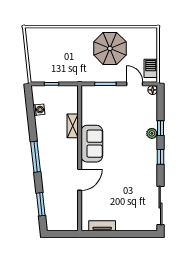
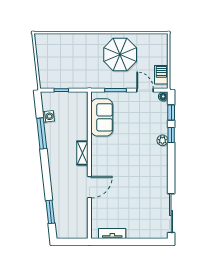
shelving: (73, 126) -> (82, 153), moved
sofa: (92, 144) -> (102, 117), moved
window: (36, 157) -> (42, 133), moved
window: (160, 157) -> (171, 112), moved

